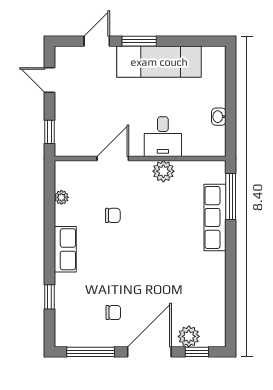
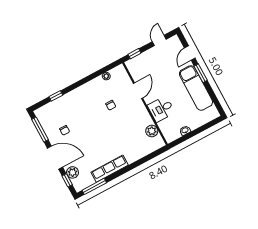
door: (97, 41) -> (190, 53), swing flipped
door: (113, 158) -> (138, 91), hinge flipped
plant: (163, 171) -> (152, 131), moved
window: (231, 196) -> (94, 186), moved
row of seats: (215, 217) -> (110, 169), moved
row of seats: (65, 249) -> (83, 91), removed

